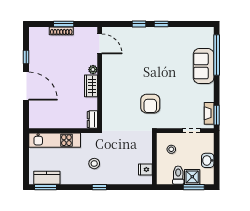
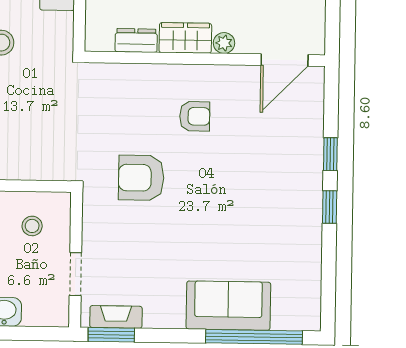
armchair: (124, 81) -> (195, 116), added
dresser: (92, 120) -> (136, 40), moved

